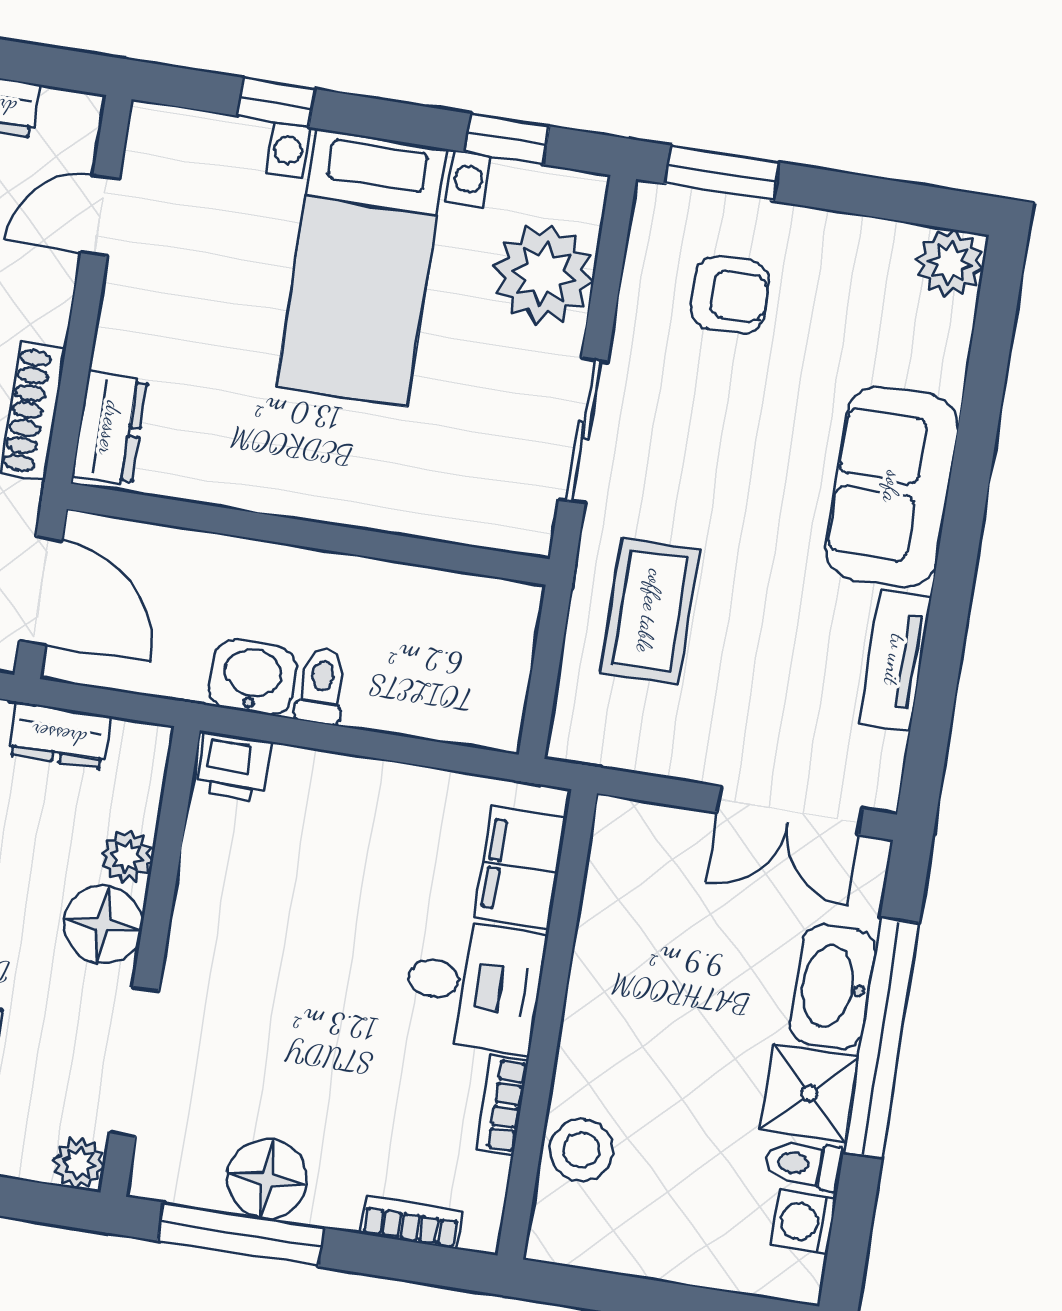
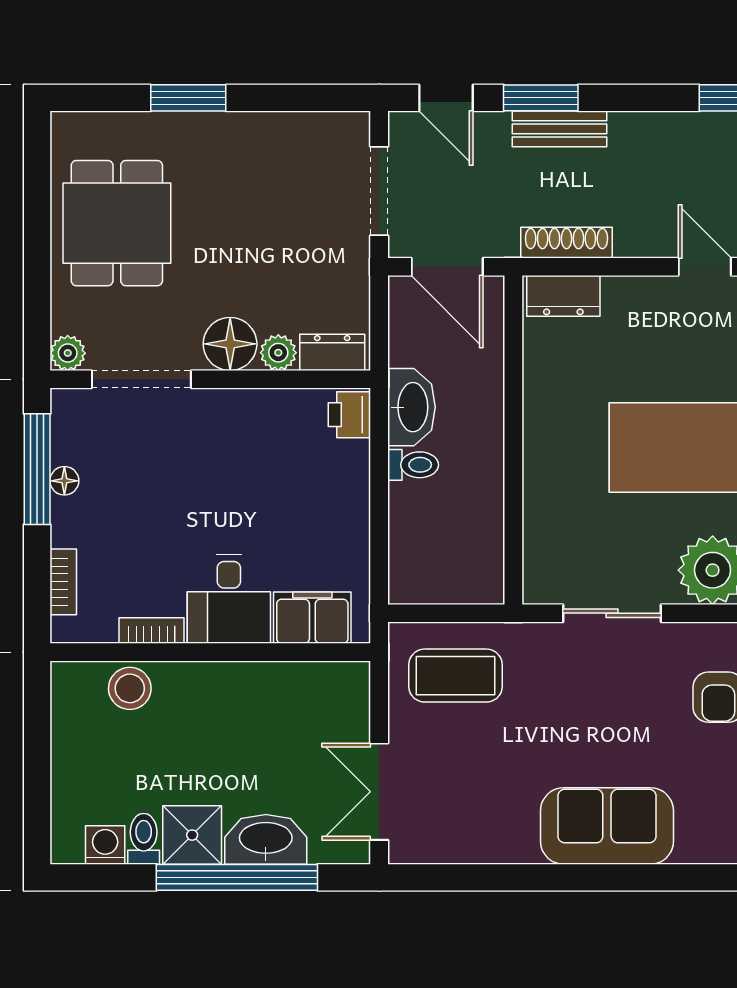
door: (41, 591) -> (447, 267), hinge flipped
coffee table: (650, 611) -> (455, 676), moved
tv unit: (895, 660) -> (491, 847), removed
washbasin: (253, 677) -> (411, 407), width x1.38
dresser: (59, 735) -> (332, 352), moved, turned 90
floor lamp: (267, 1179) -> (64, 481), width x0.53, depth x0.53

